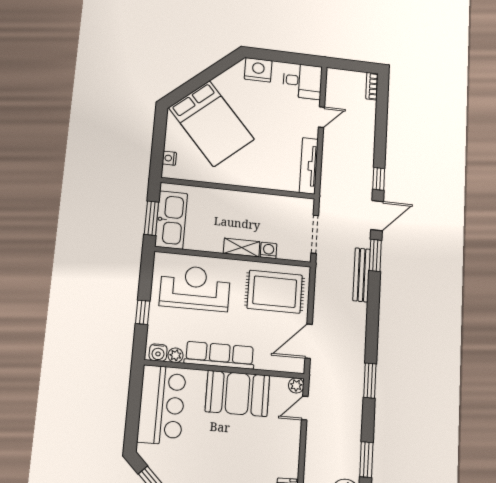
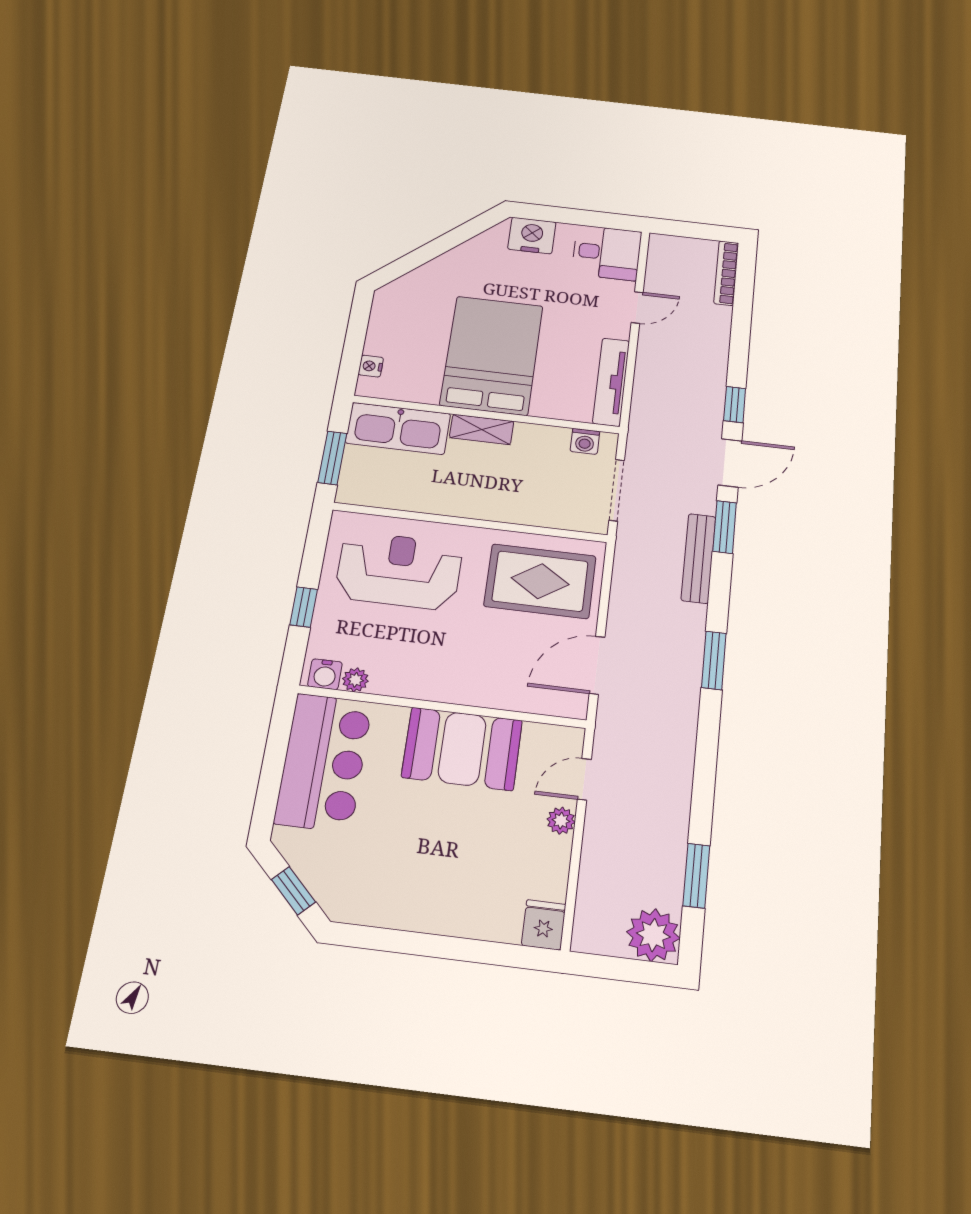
bookcase: (372, 86) -> (726, 273), width x1.56
bed: (211, 123) -> (492, 355), moved, turned -139
kitchen sink: (171, 220) -> (398, 428), moved, turned 90
shelving: (242, 248) -> (482, 429), moved
washing machine: (269, 250) -> (585, 441), moved, turned 180
row of seats: (220, 355) -> (434, 683), removed
window: (370, 381) -> (714, 660), moved
plant: (296, 385) -> (561, 821), moved

